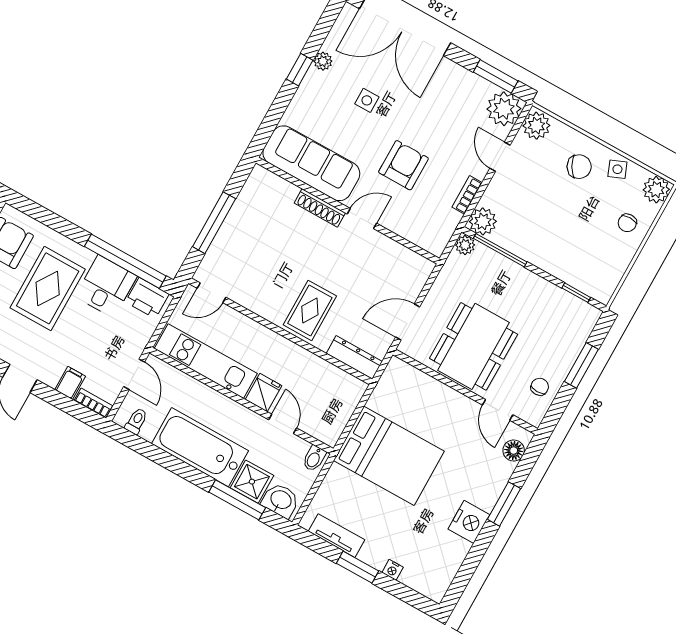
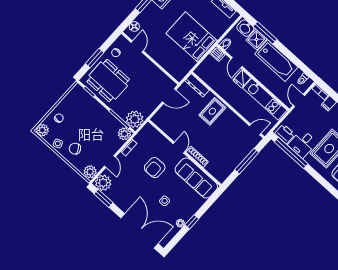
door: (362, 219) -> (179, 148), swing flipped
plant: (465, 245) -> (135, 119), width x1.87, depth x1.87
dining table: (474, 346) -> (108, 81), moved, turned 90
dishwasher: (327, 433) -> (217, 54), added

